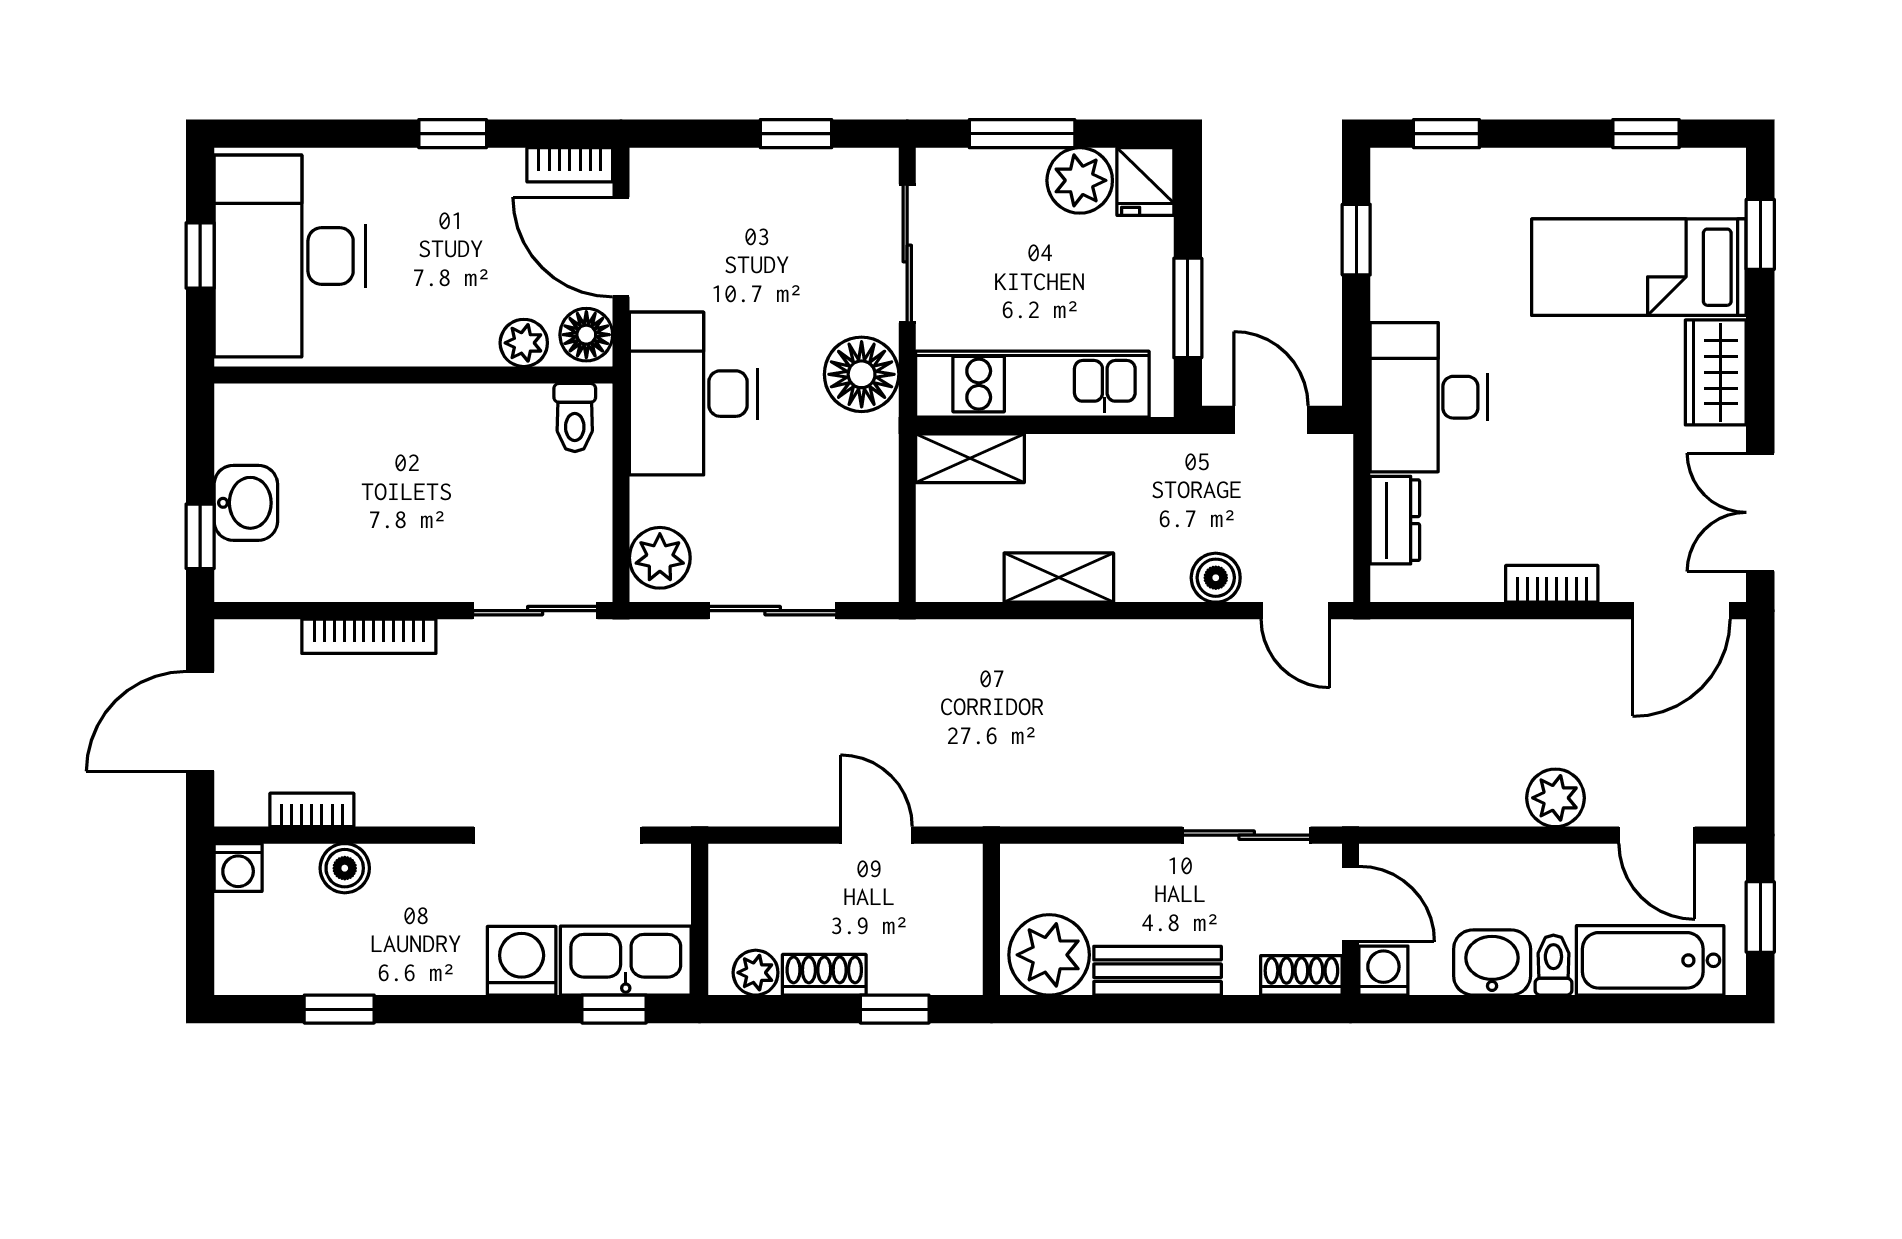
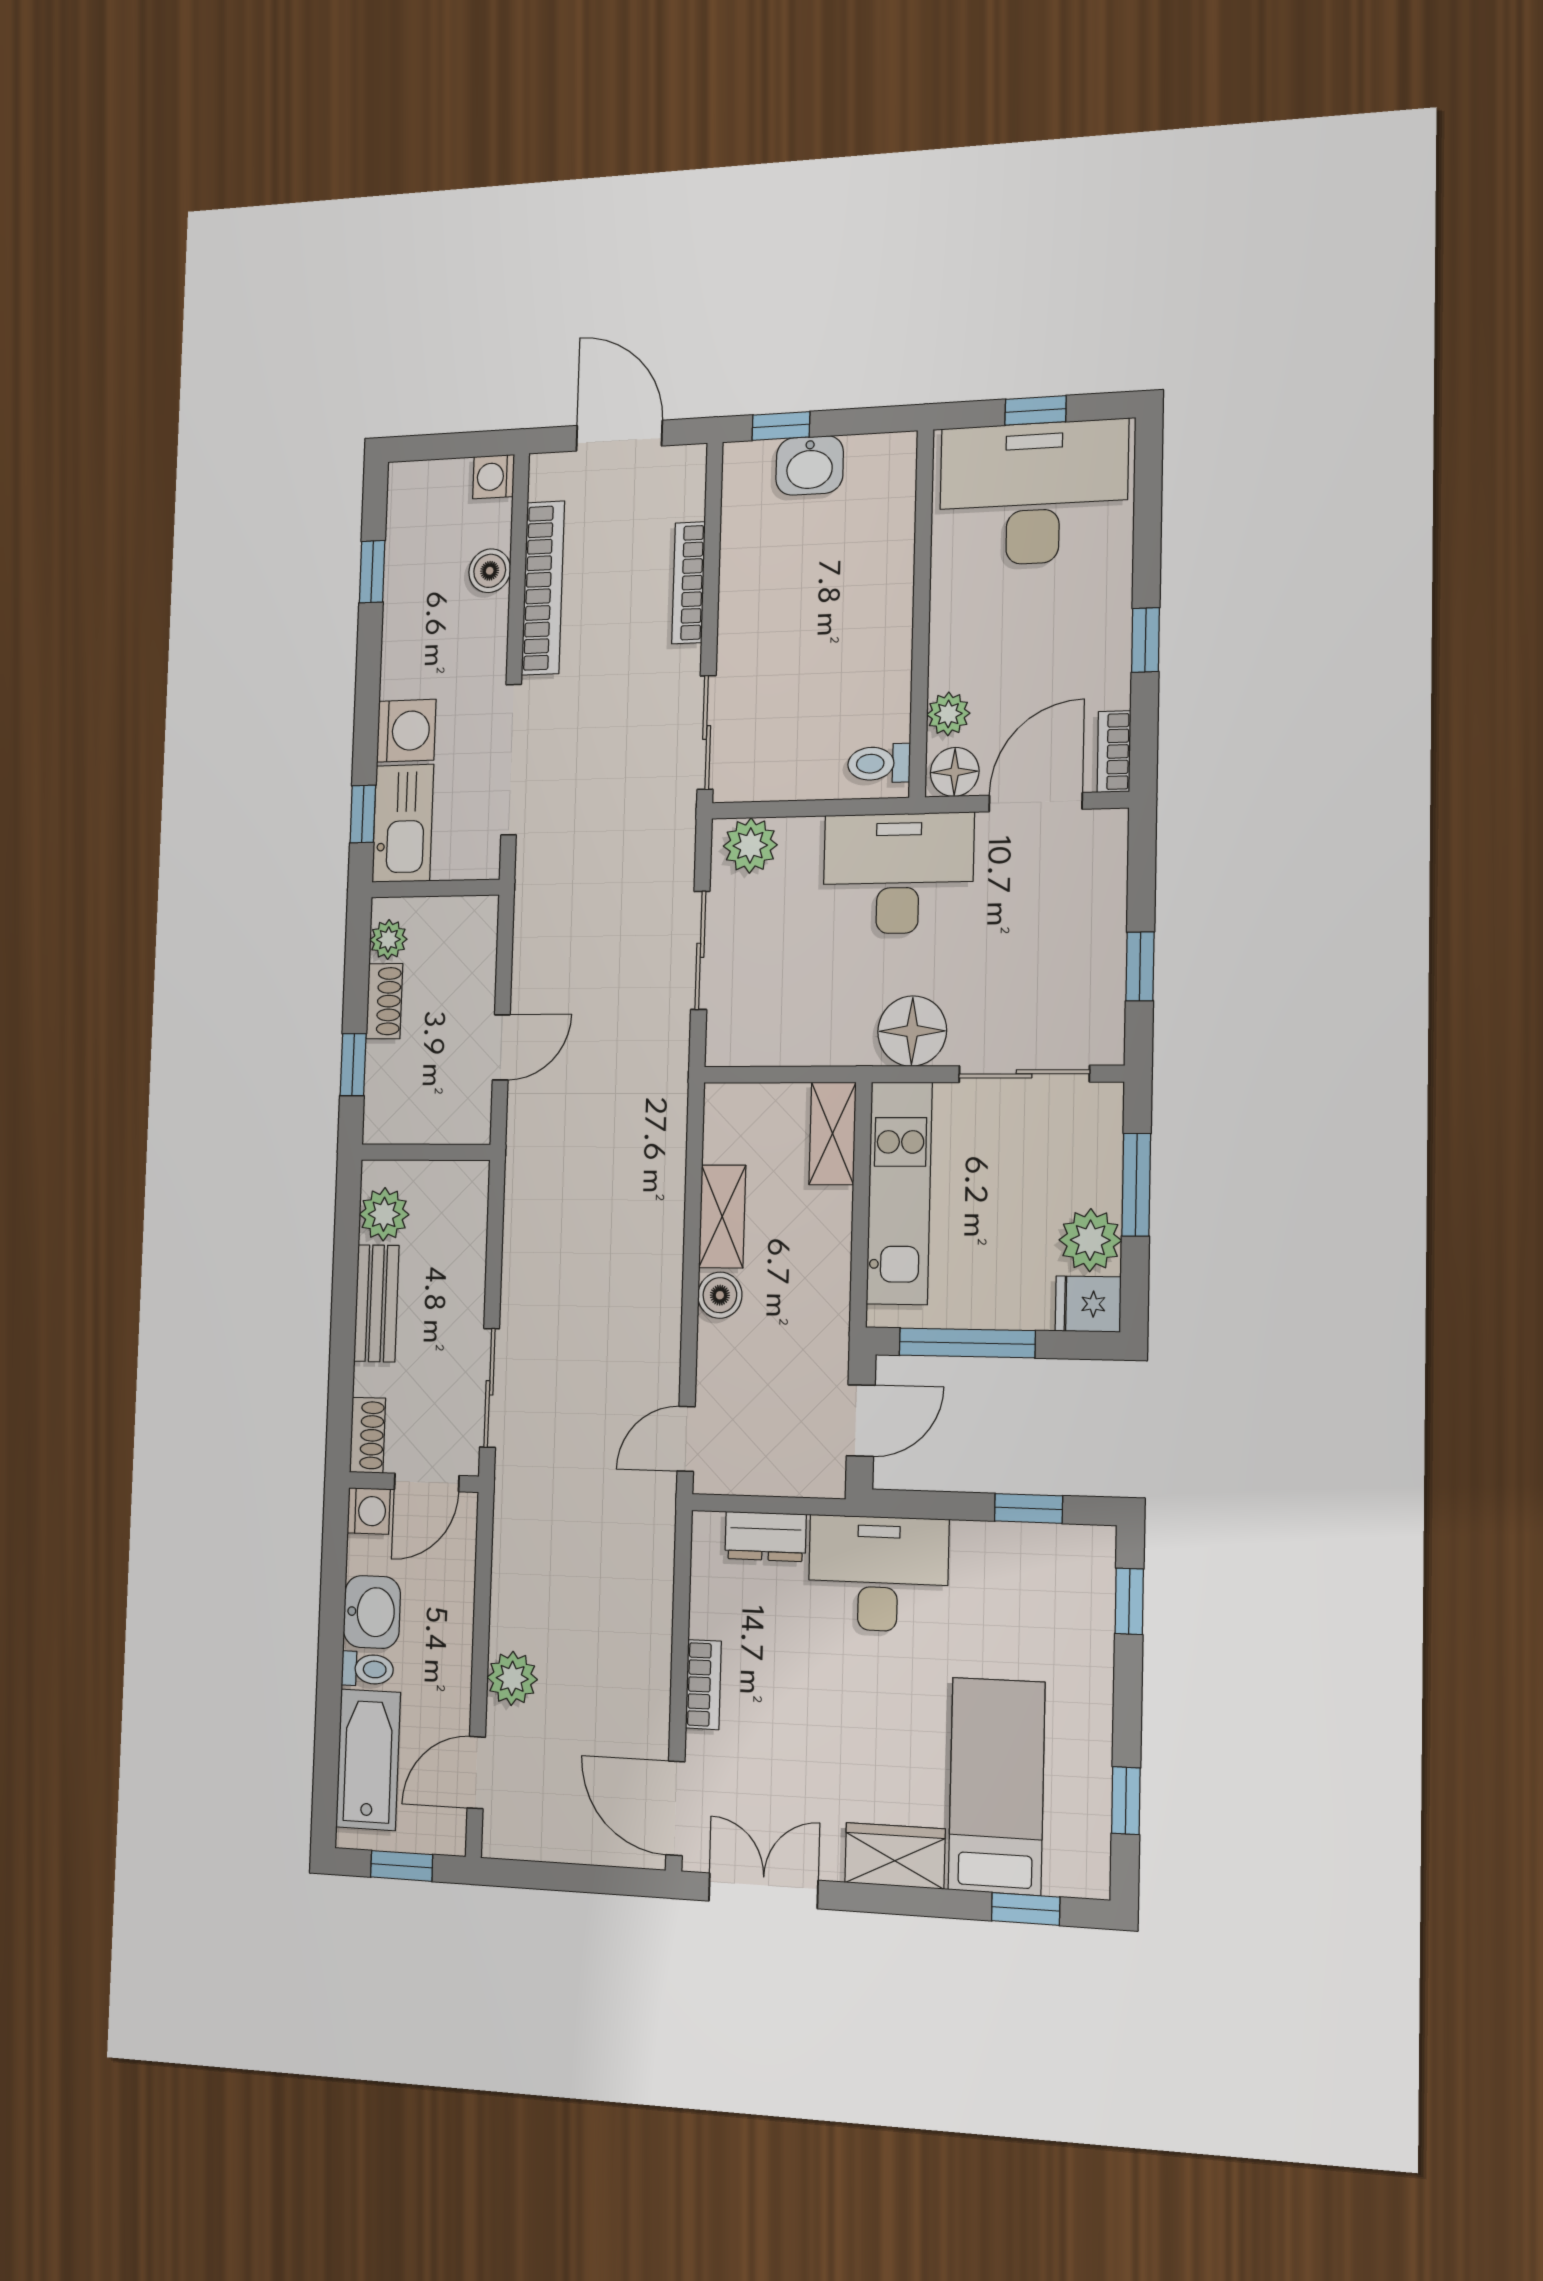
window: (1188, 308) -> (967, 1343), width x1.44
boiler: (1216, 578) -> (720, 1295), moved
bookcase: (312, 810) -> (543, 588), width x2.31, depth x1.31
plant: (1049, 955) -> (384, 1214), width x0.73, depth x0.73

